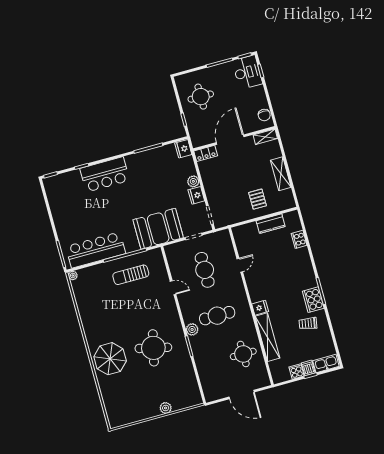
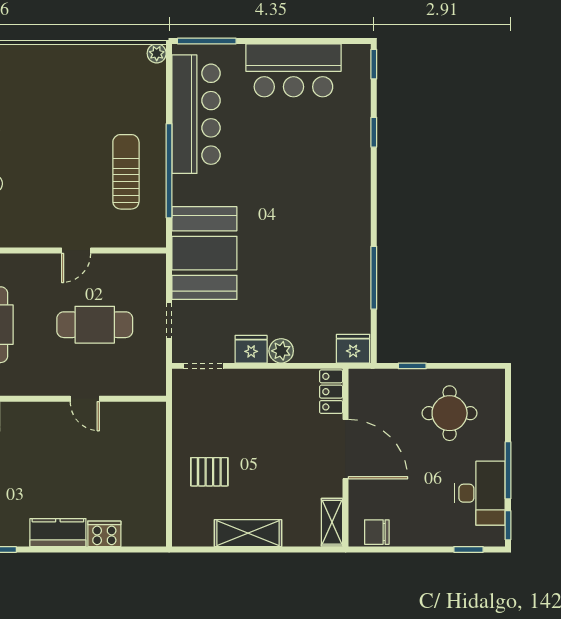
desk: (247, 72) -> (480, 493), moved, turned -90
bar counter: (105, 174) -> (293, 70), moved, turned -90
kitchen counter: (271, 224) -> (58, 533), moved, turned 90

